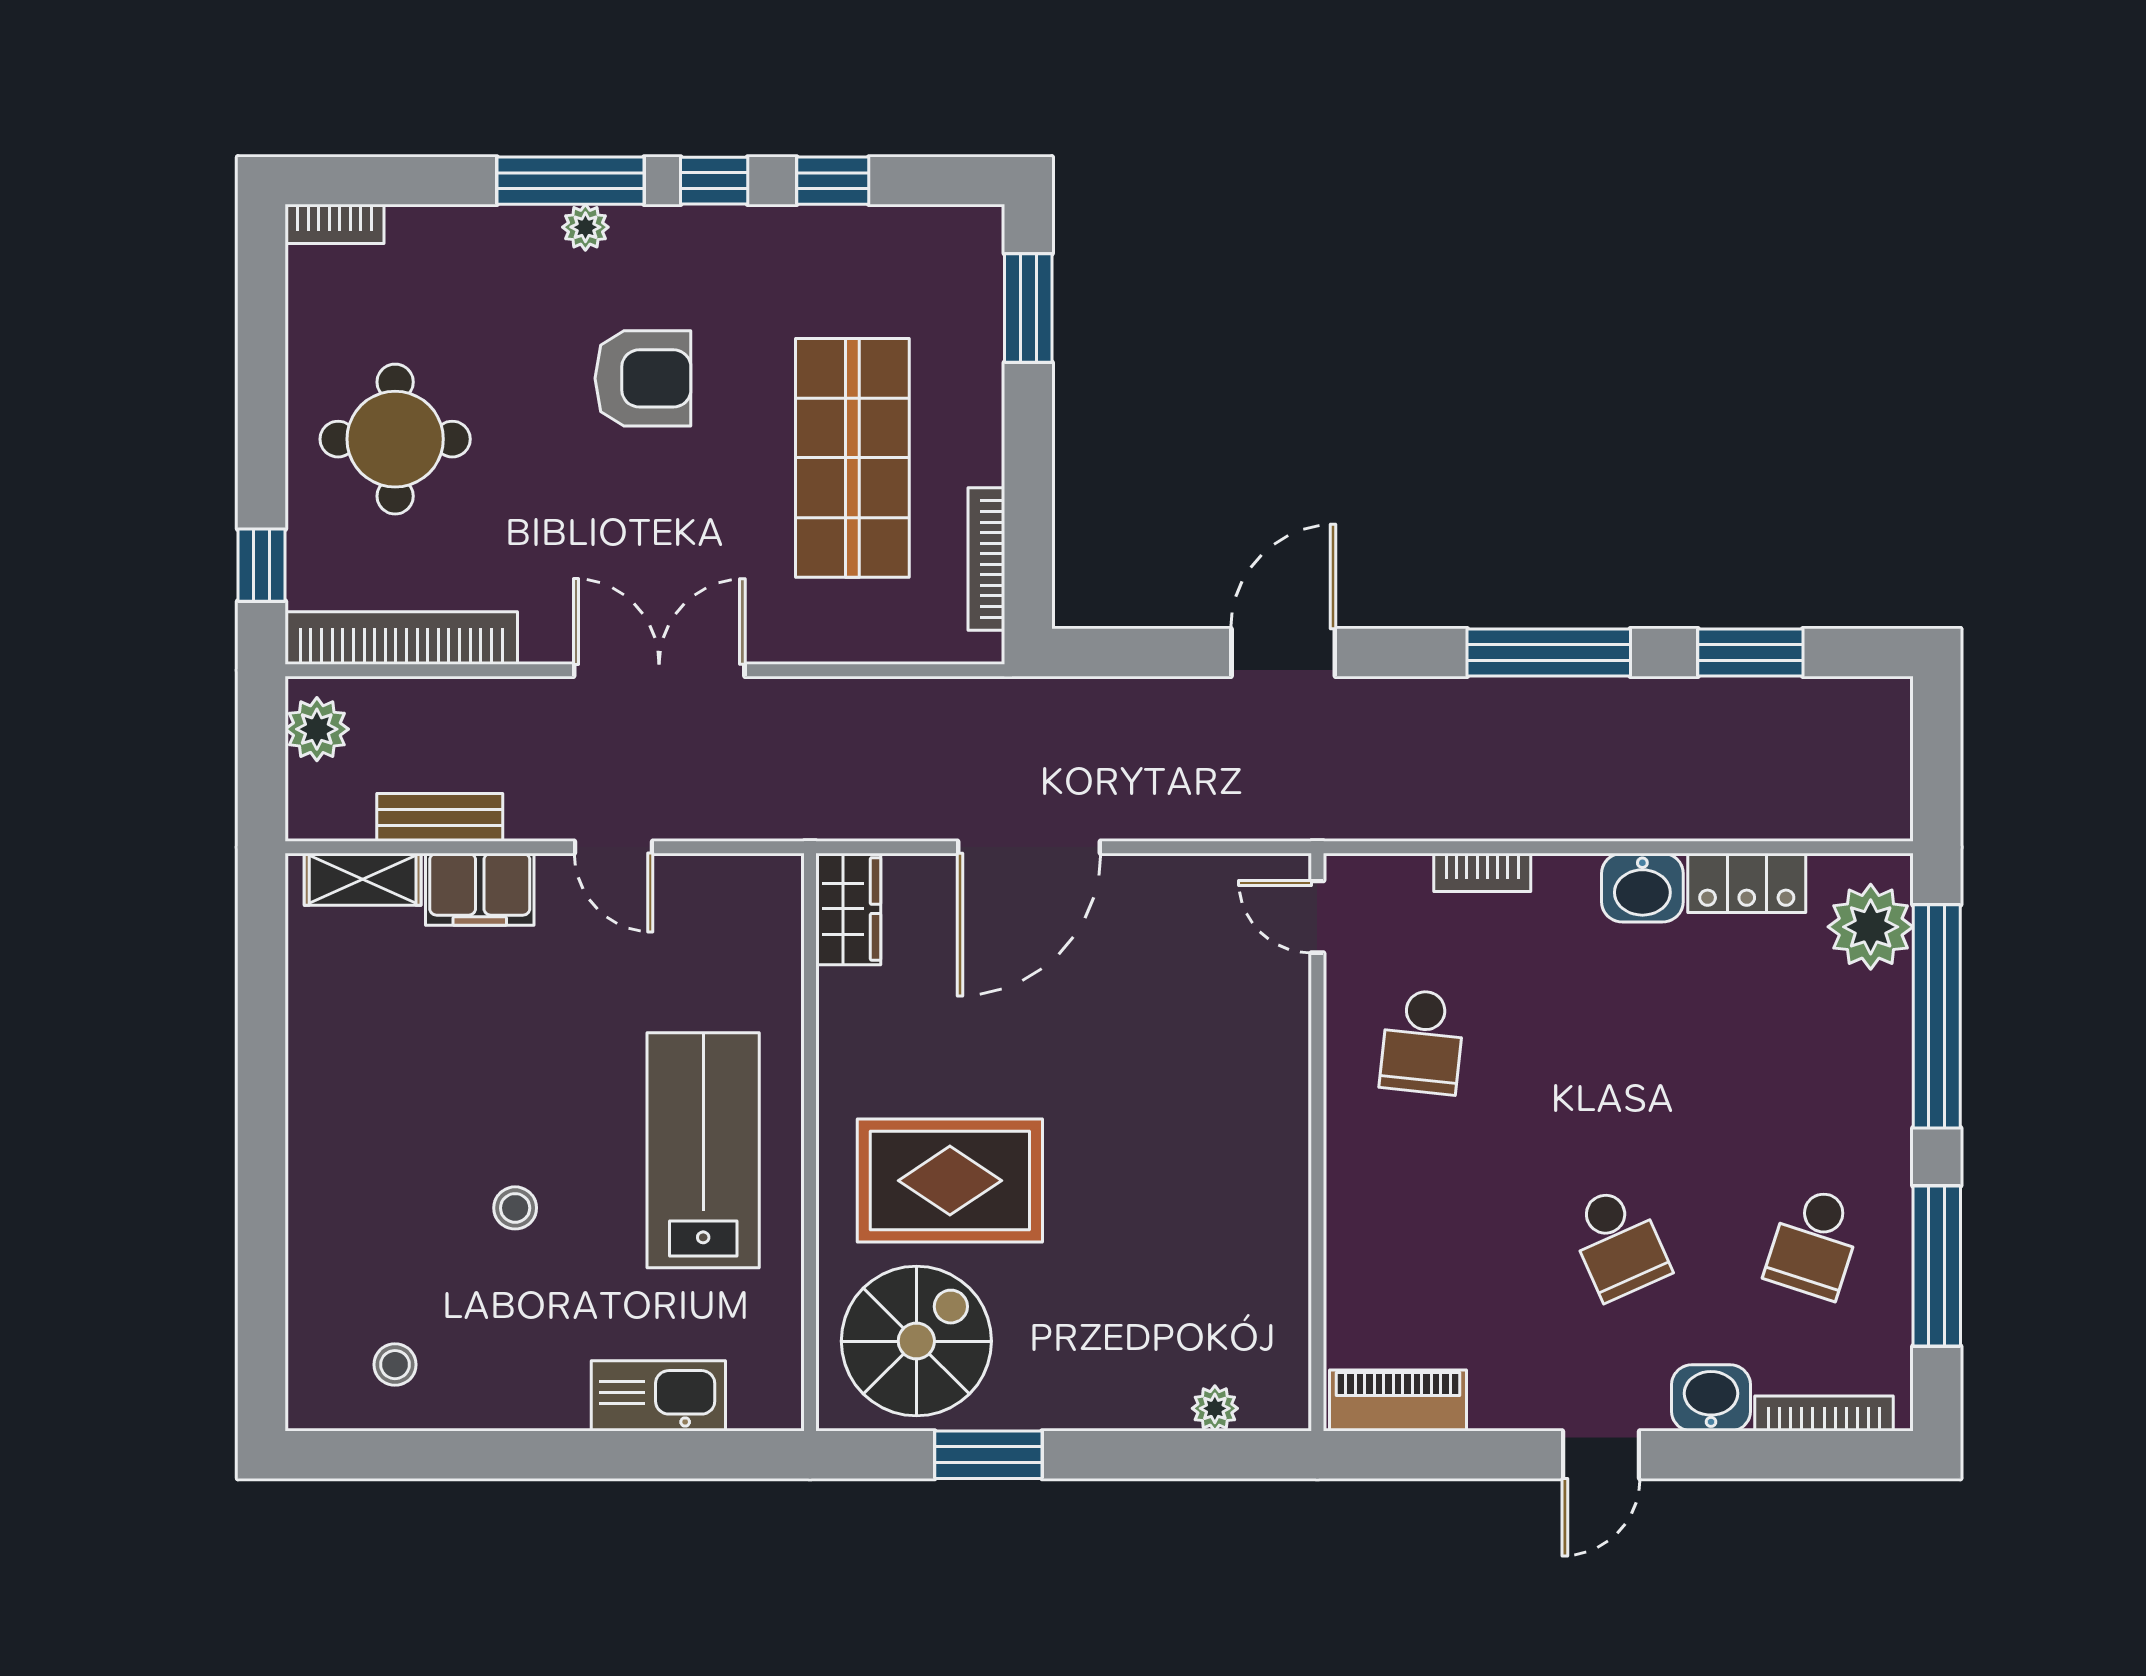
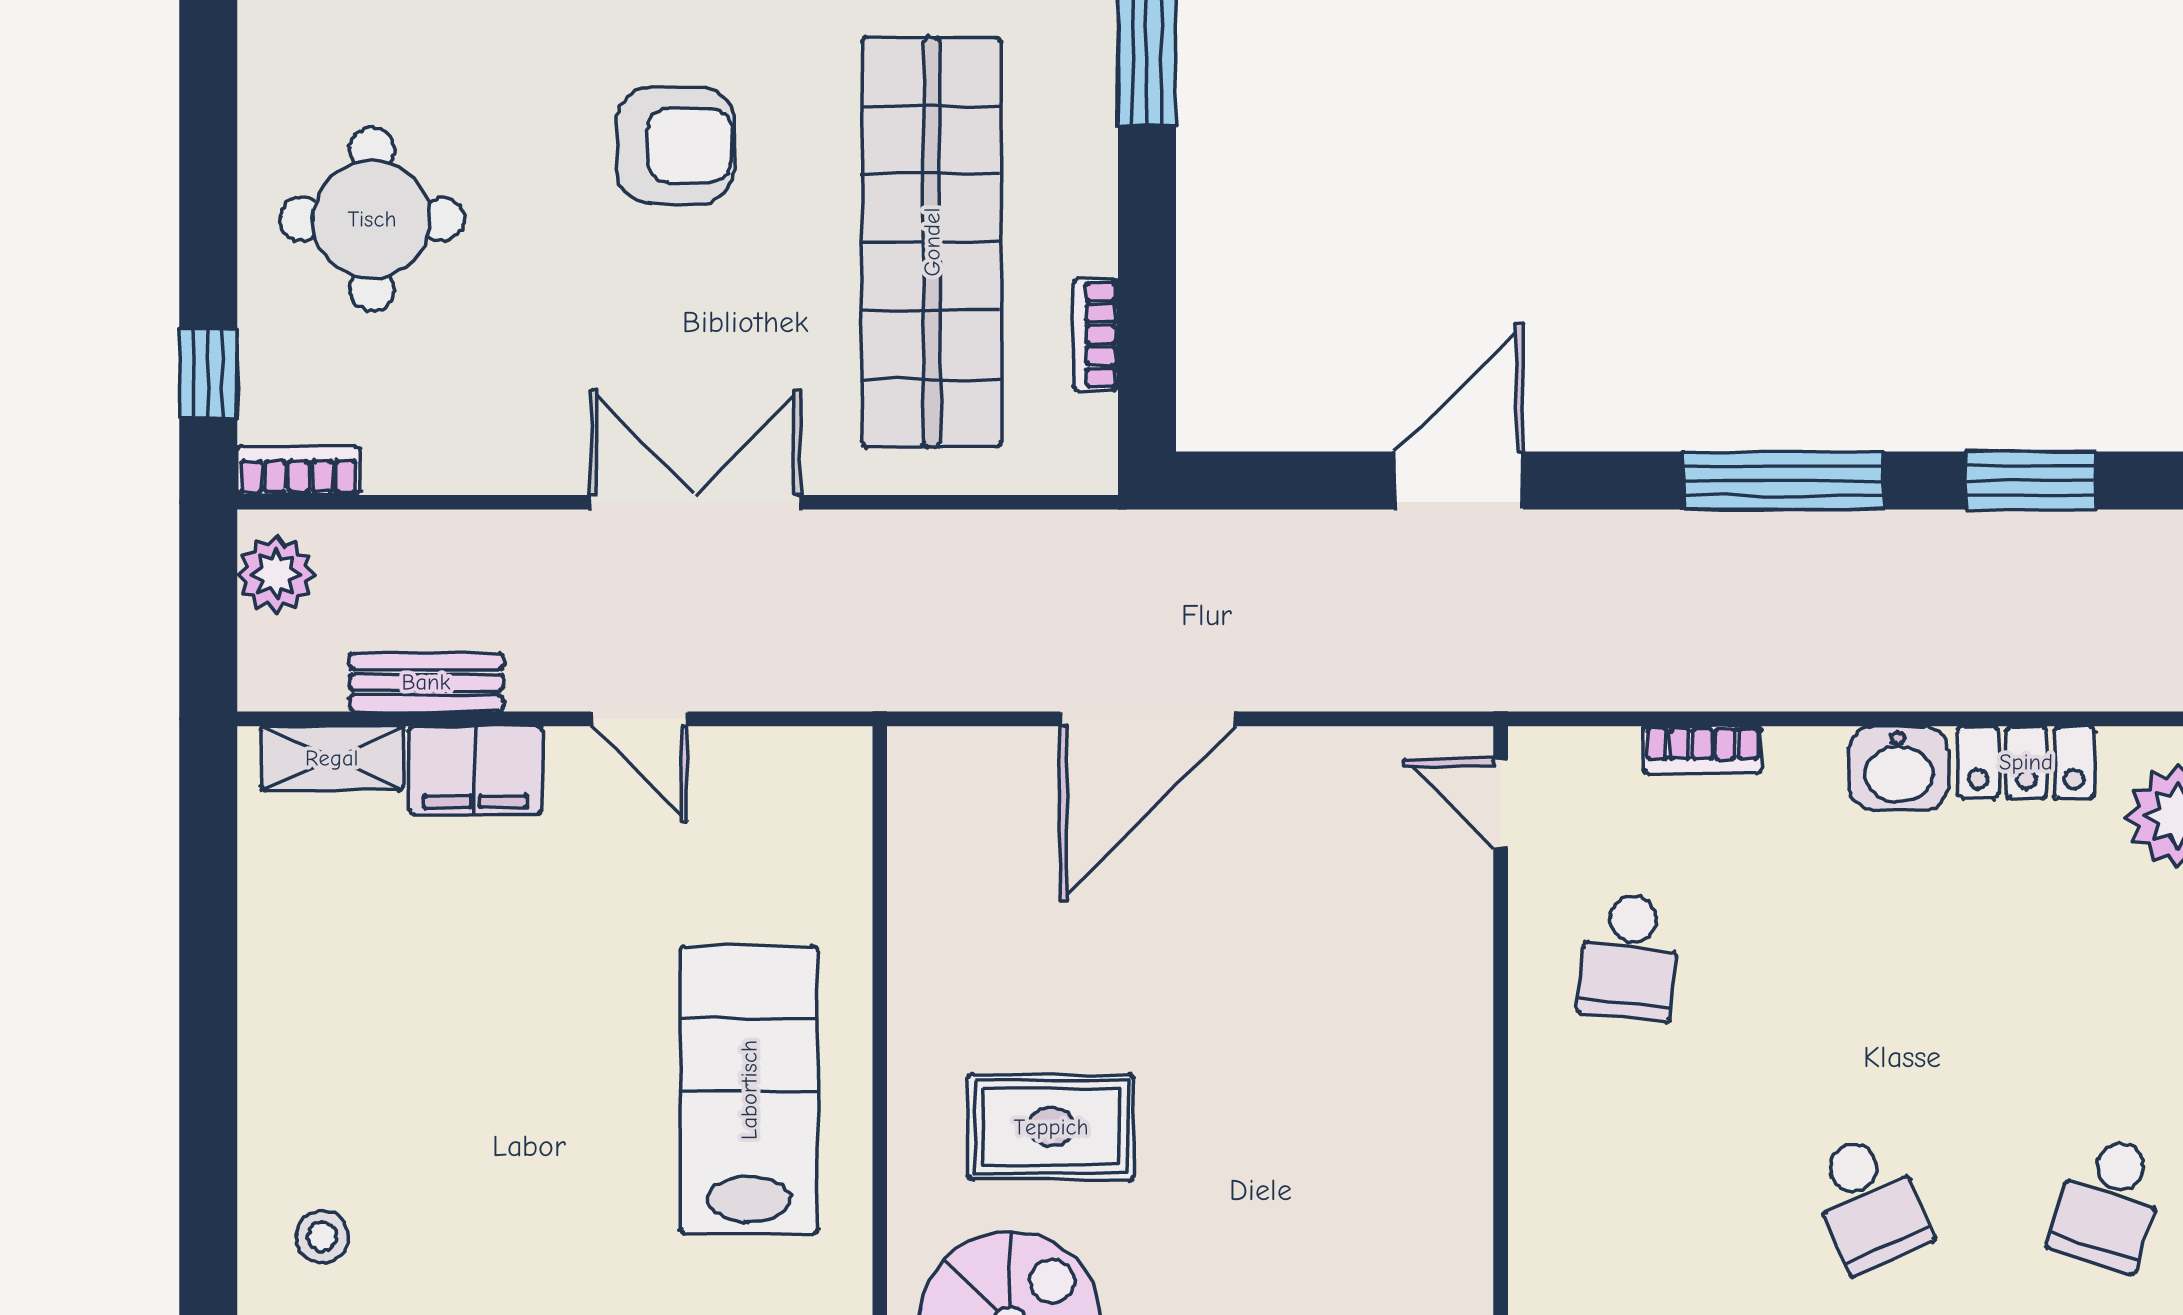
shop shelf: (852, 458) -> (932, 242), width x1.40
bookcase: (986, 559) -> (1096, 335), width x0.64
bookcase: (401, 638) -> (299, 470), width x0.43, depth x0.76
wardrobe: (848, 909) -> (927, 794), removed
rug: (950, 1181) -> (1051, 1127), width x0.73, depth x0.70
stool: (515, 1208) -> (322, 1237), moved

